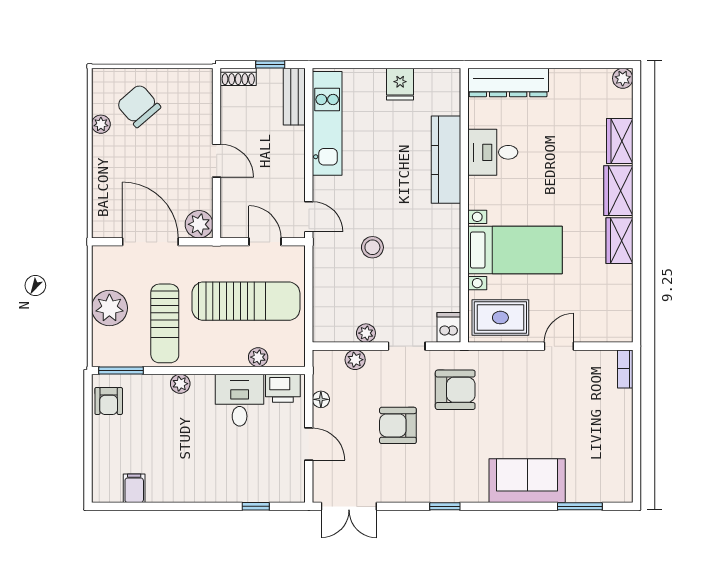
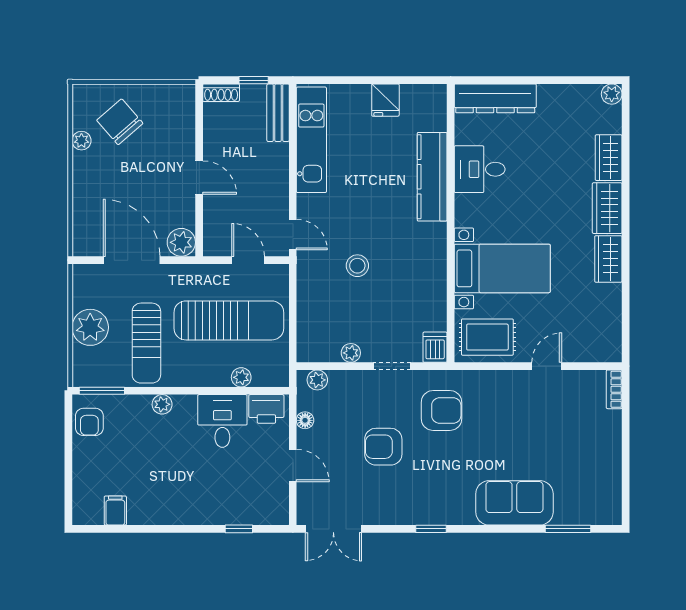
plant: (355, 360) -> (317, 380), moved

